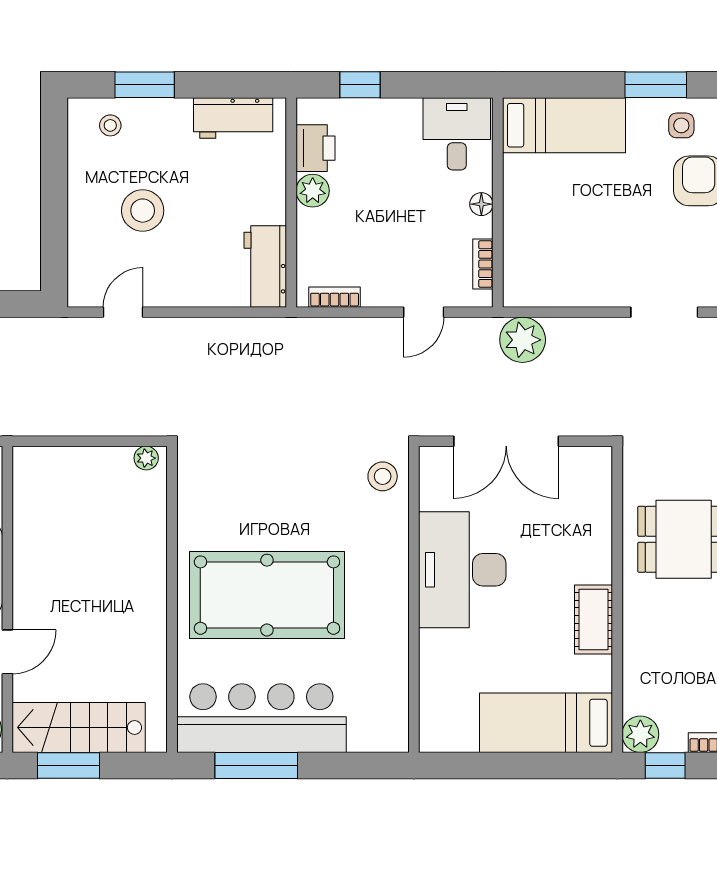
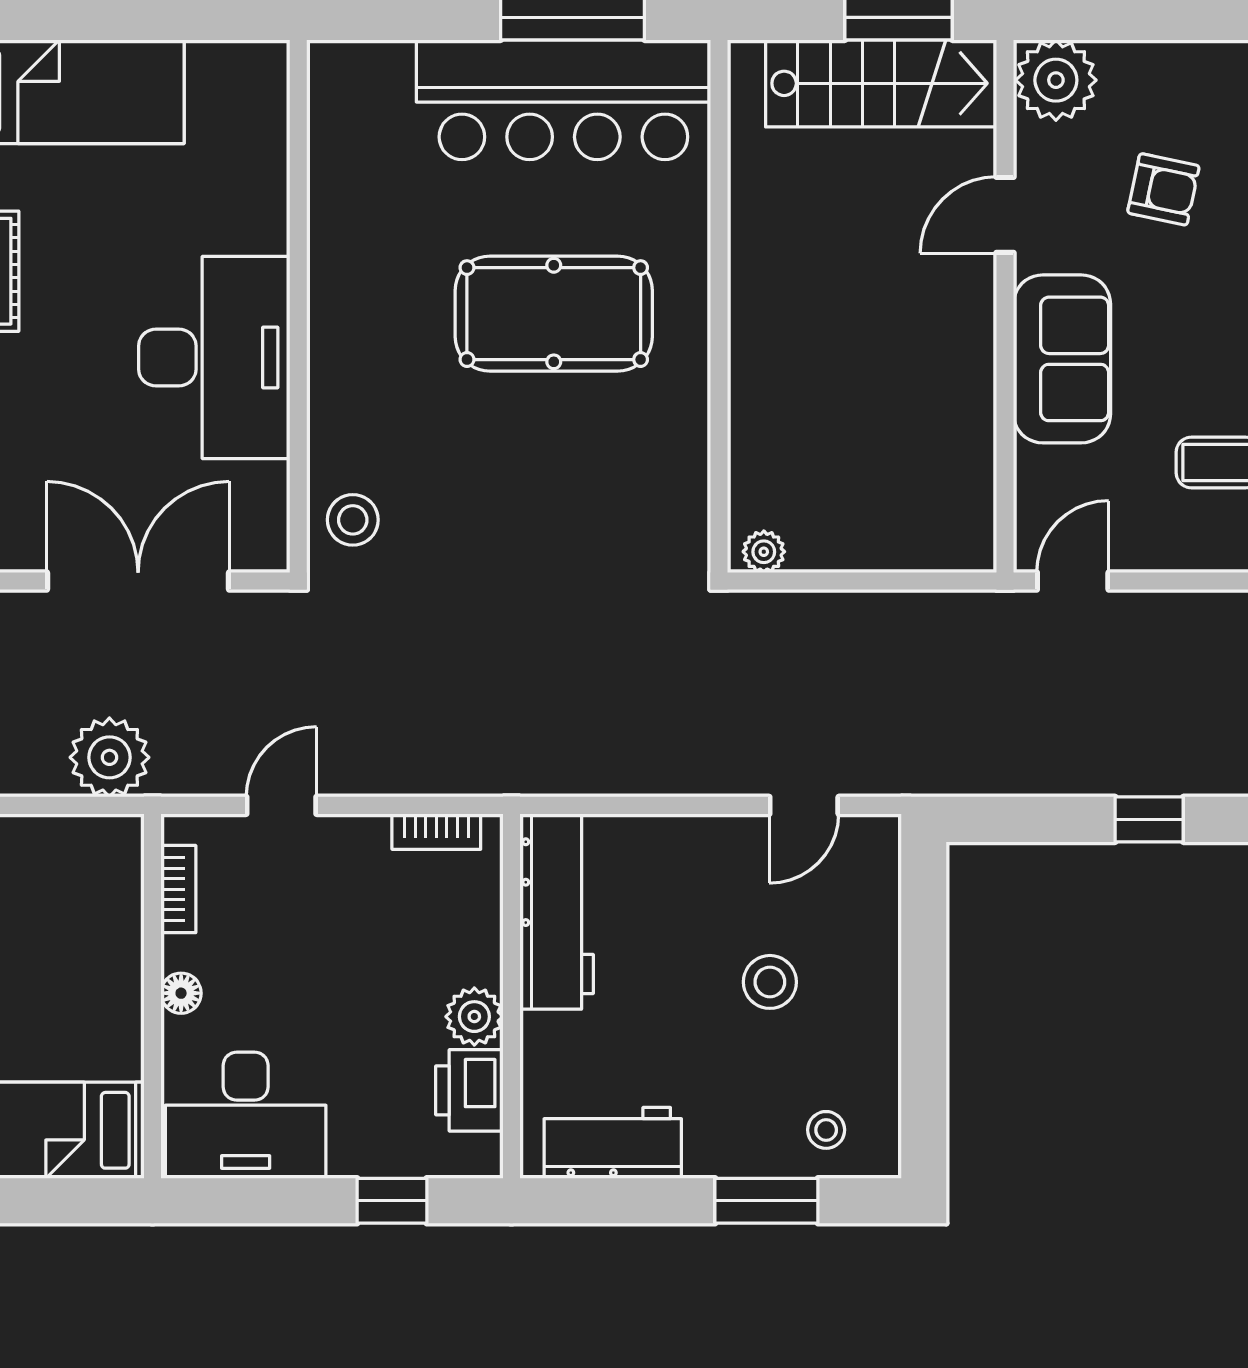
desk: (457, 134) -> (246, 1115), width x1.37
stool: (143, 211) -> (770, 982), width x0.73, depth x0.73
workbench: (265, 266) -> (557, 911), width x1.38
pool table: (267, 595) -> (554, 314), width x0.73, depth x0.76

